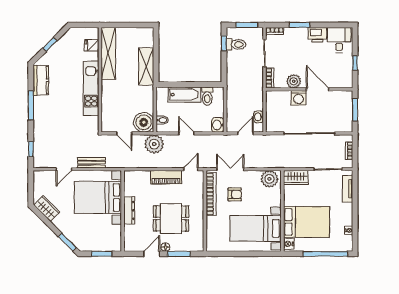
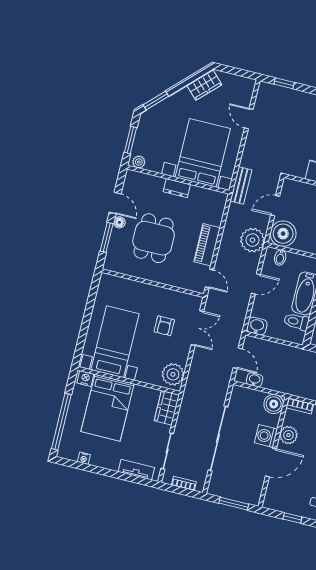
boiler: (273, 98) -> (274, 404), added
bench: (91, 163) -> (241, 186), moved
bookcase: (211, 194) -> (172, 296), removed
dresser: (129, 210) -> (177, 188), width x0.70
plant: (117, 244) -> (139, 162), added

